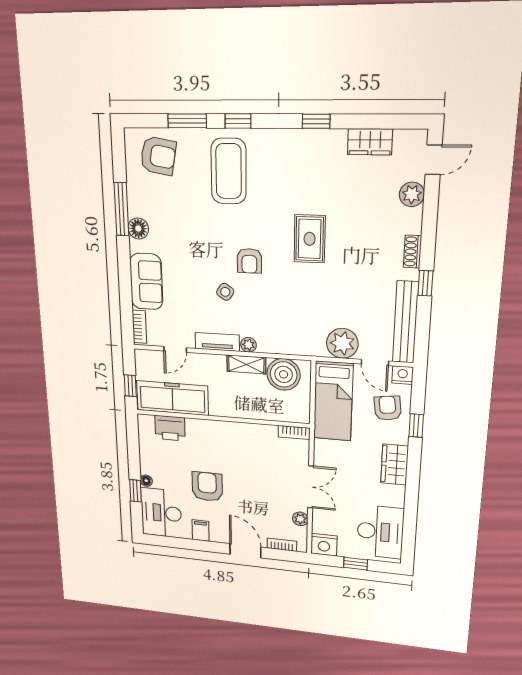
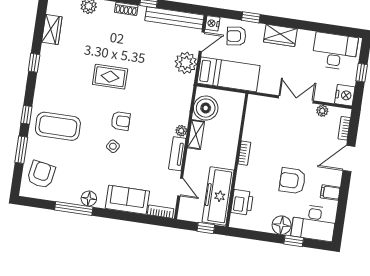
side table: (225, 292) -> (113, 146), moved
bookcase: (294, 433) -> (244, 153), moved
floor lamp: (146, 481) -> (282, 225), width x1.89, depth x1.89

